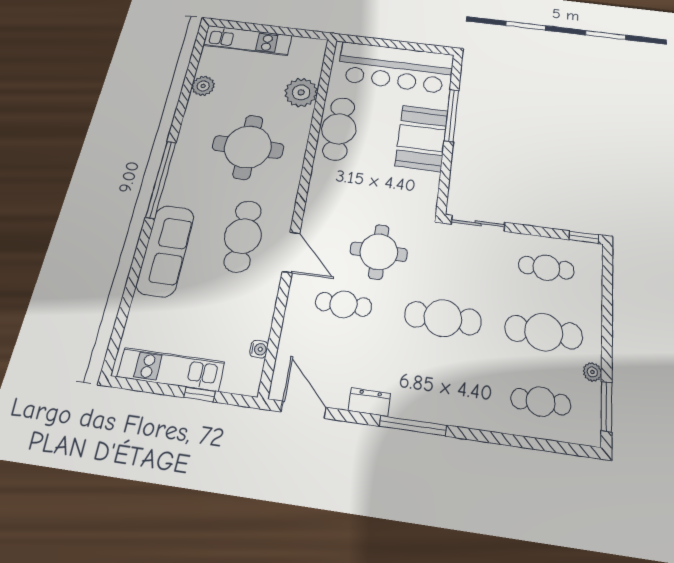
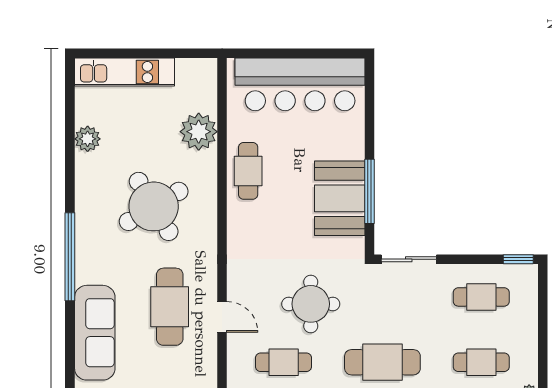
window: (452, 115) -> (370, 191), moved
cafe table: (339, 129) -> (248, 171), width x0.73, depth x0.74
booth: (422, 138) -> (340, 198), moved
round table: (248, 147) -> (154, 206), turned -31
door: (291, 252) -> (222, 317), width x0.73
cafe table: (544, 332) -> (481, 362), width x0.73, depth x0.74

